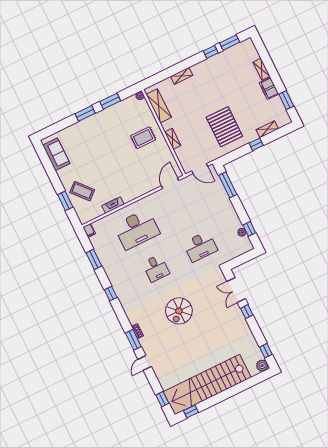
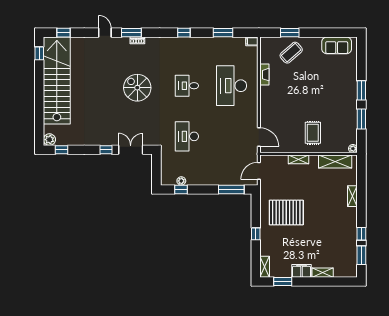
shelving: (267, 129) -> (265, 267), moved

